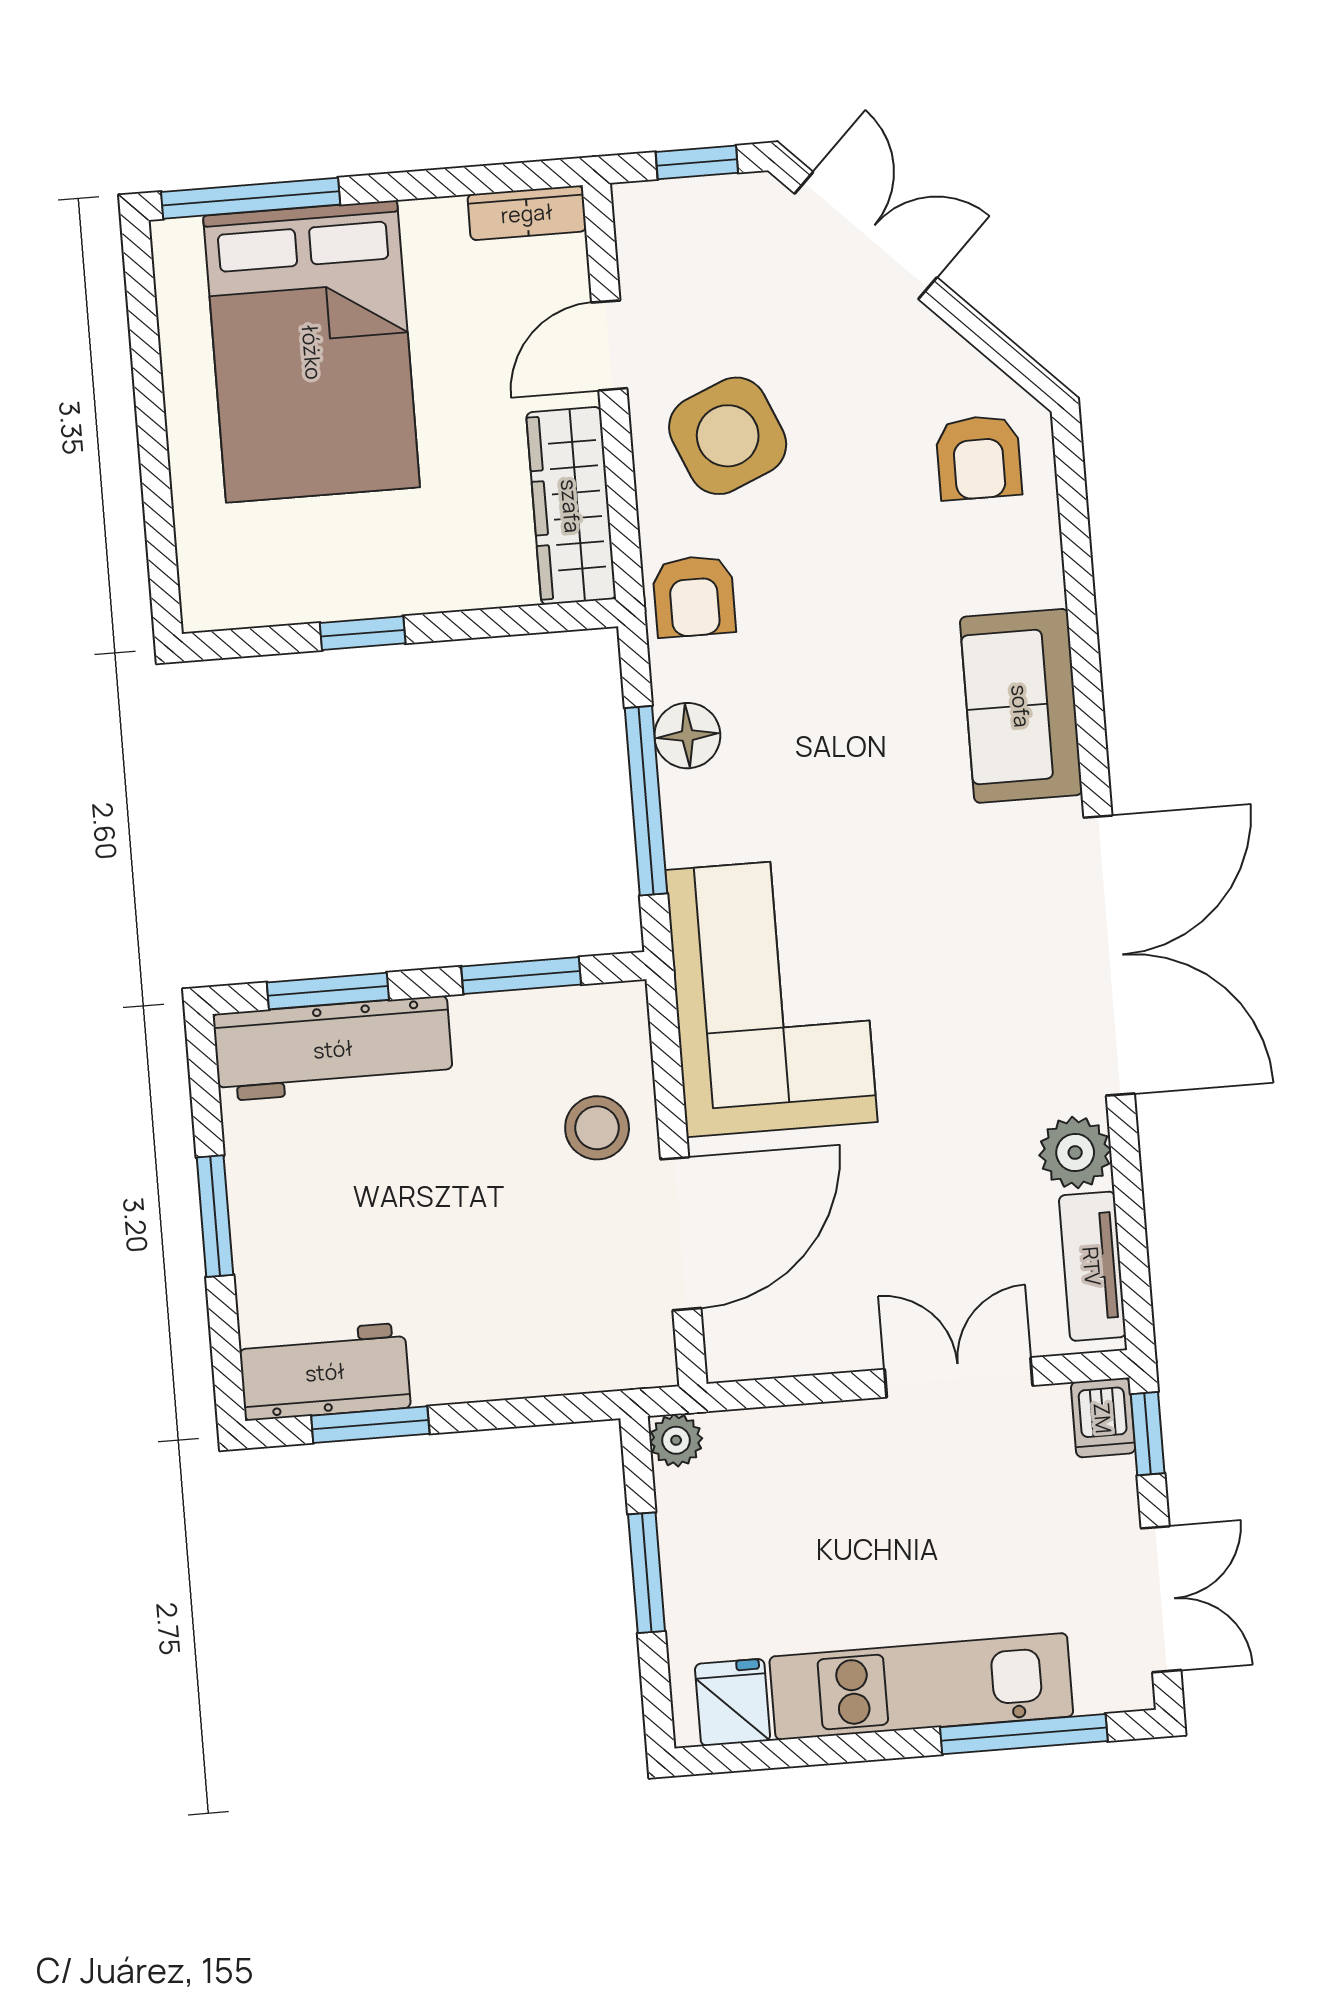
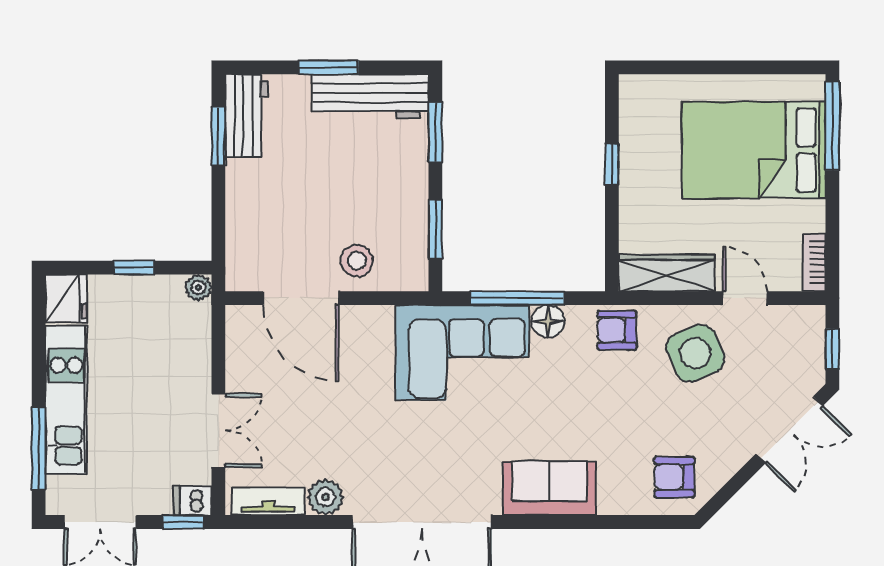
corner sofa: (771, 996) -> (462, 353), moved
workbench: (333, 1049) -> (370, 96), moved, turned -90
window: (647, 1573) -> (134, 268), width x0.67
fridge: (733, 1702) -> (66, 298), width x1.38

